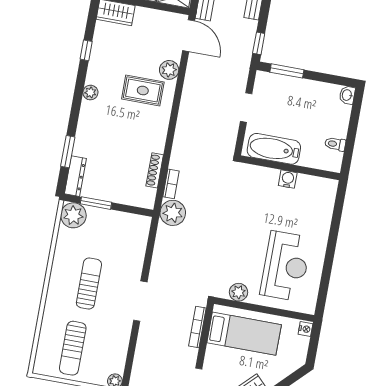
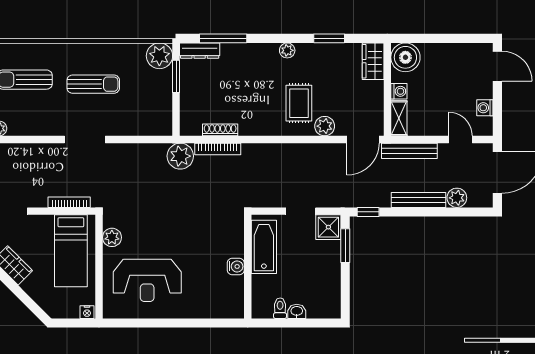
window: (86, 50) -> (329, 38), width x1.50
shower: (266, 84) -> (328, 227), added
washbasin: (347, 95) -> (297, 311), moved
window: (68, 152) -> (223, 38), width x1.44
bookcase: (171, 184) -> (218, 149), width x1.56

